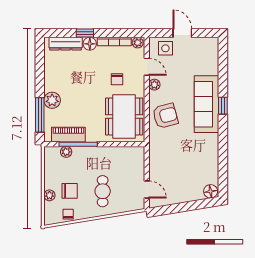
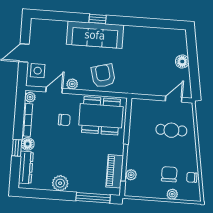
plant: (52, 100) -> (60, 183), moved
cafe table: (103, 191) -> (171, 130), moved
floor lamp: (211, 191) -> (182, 61), moved

